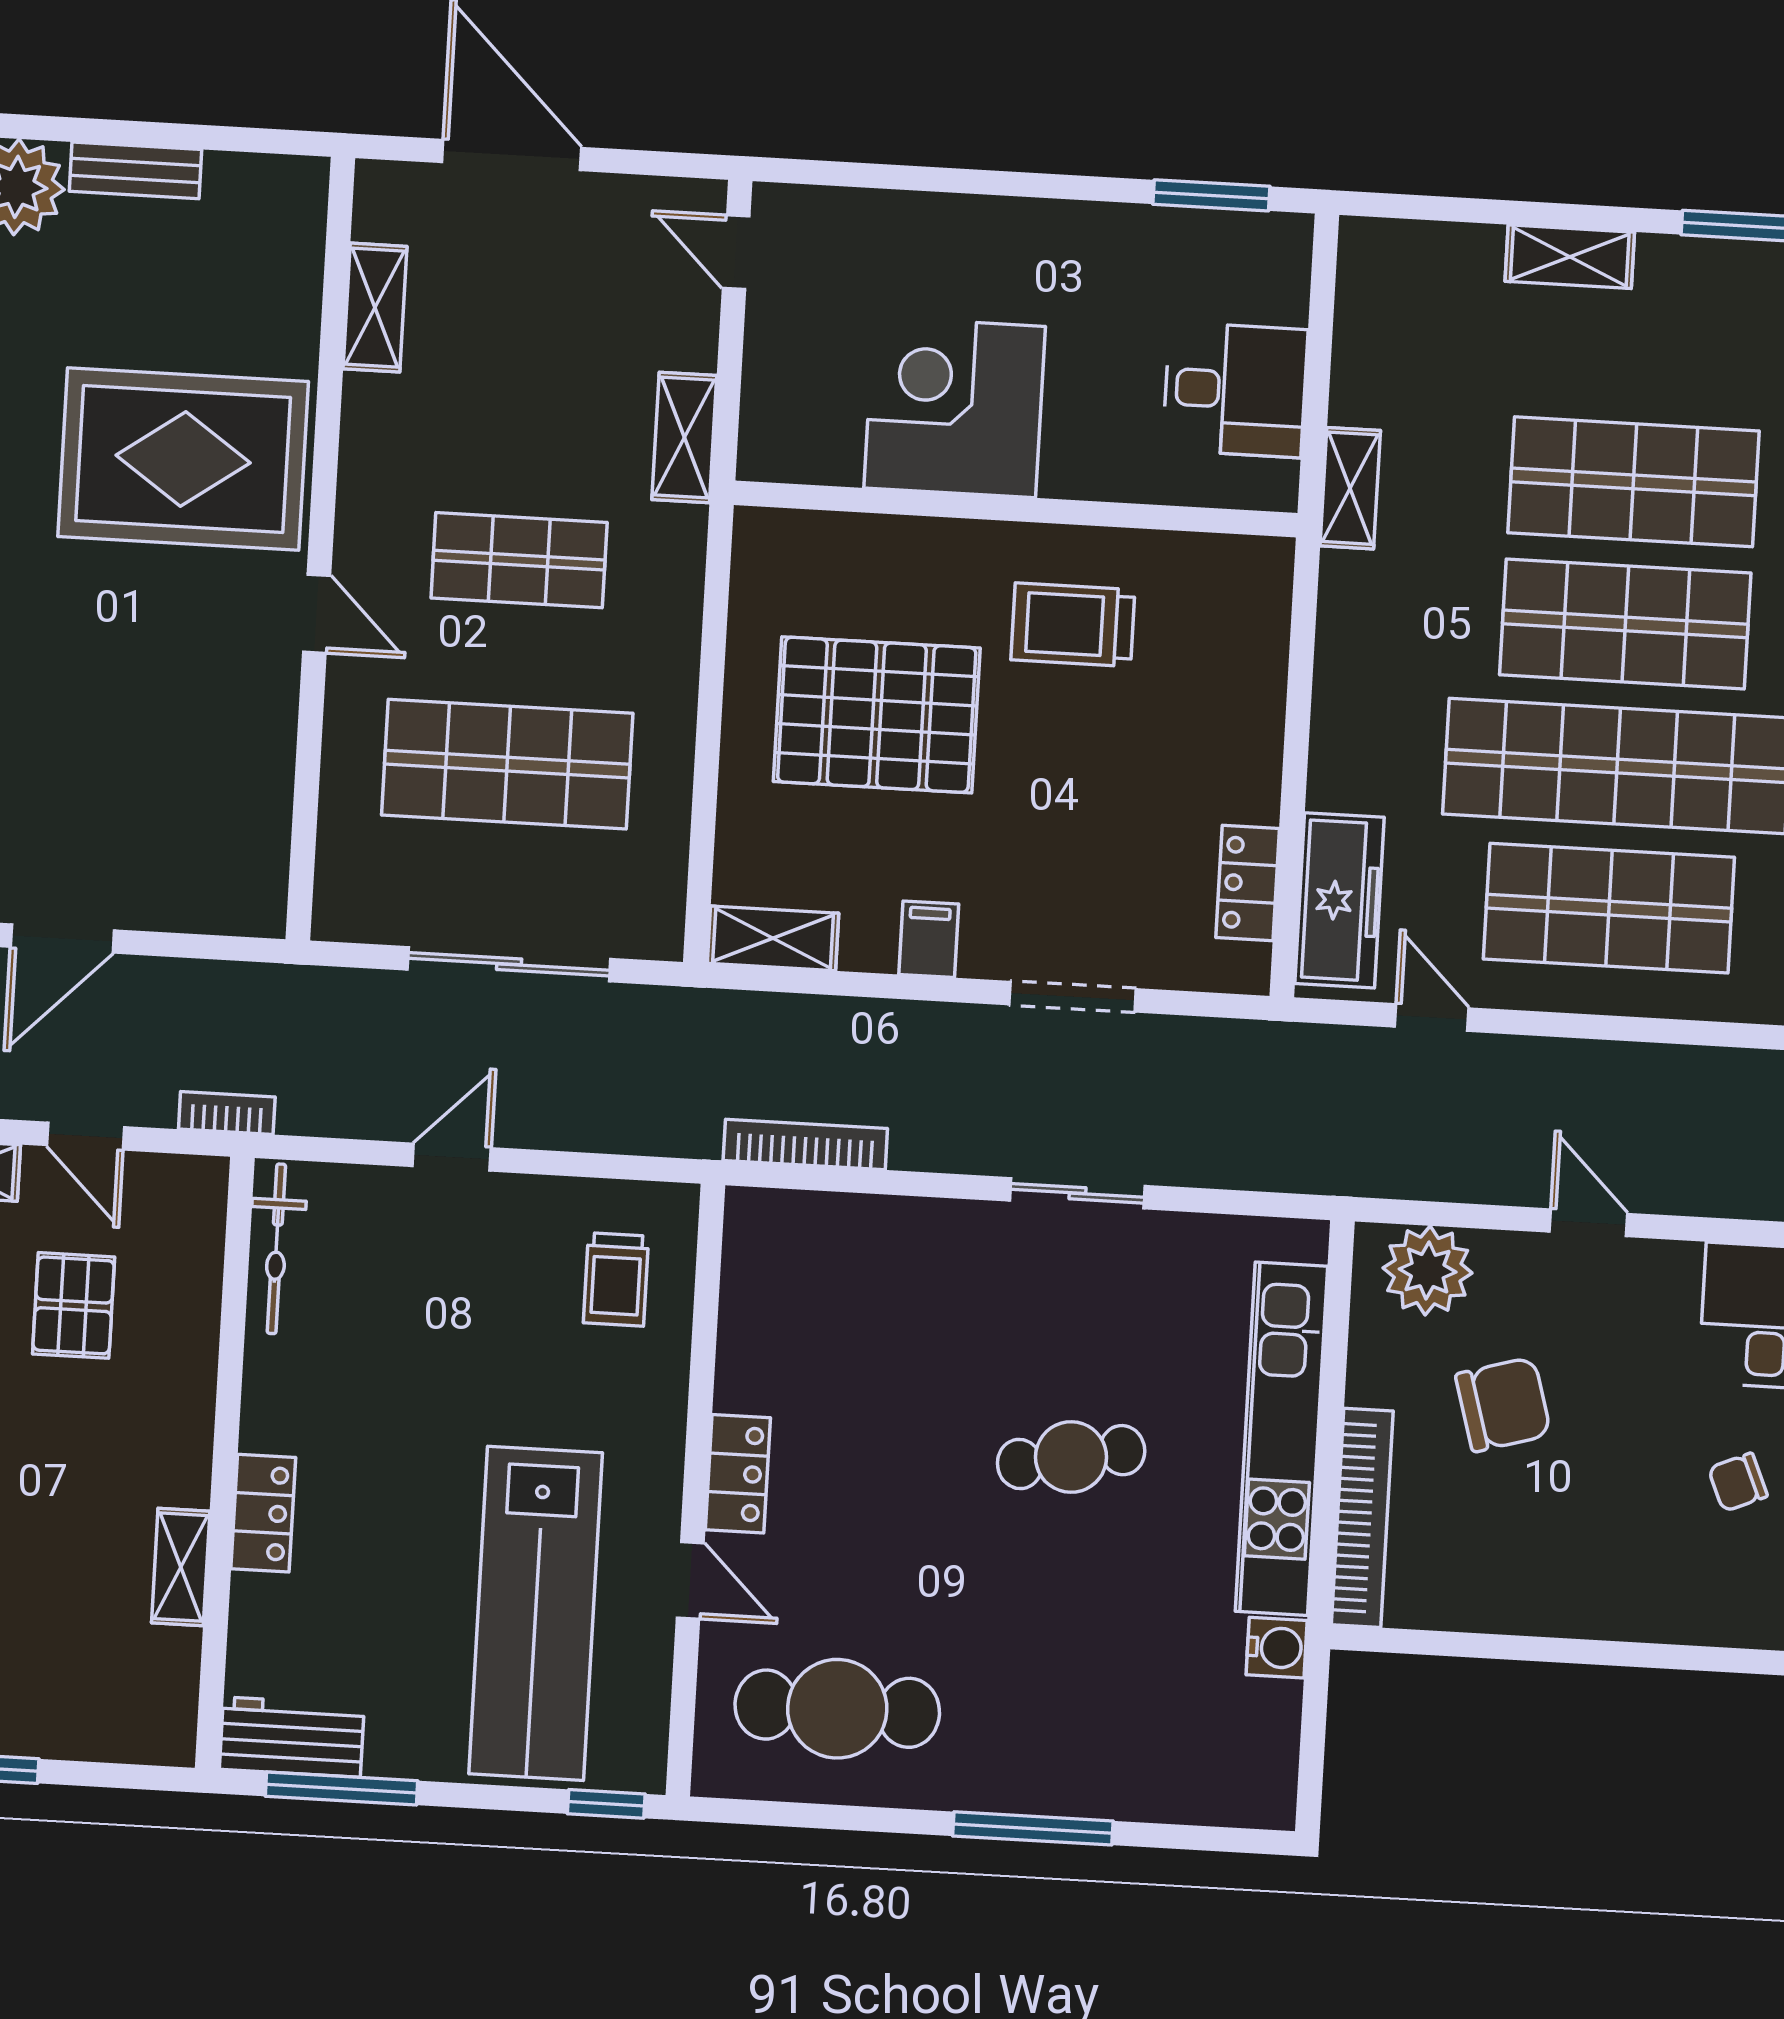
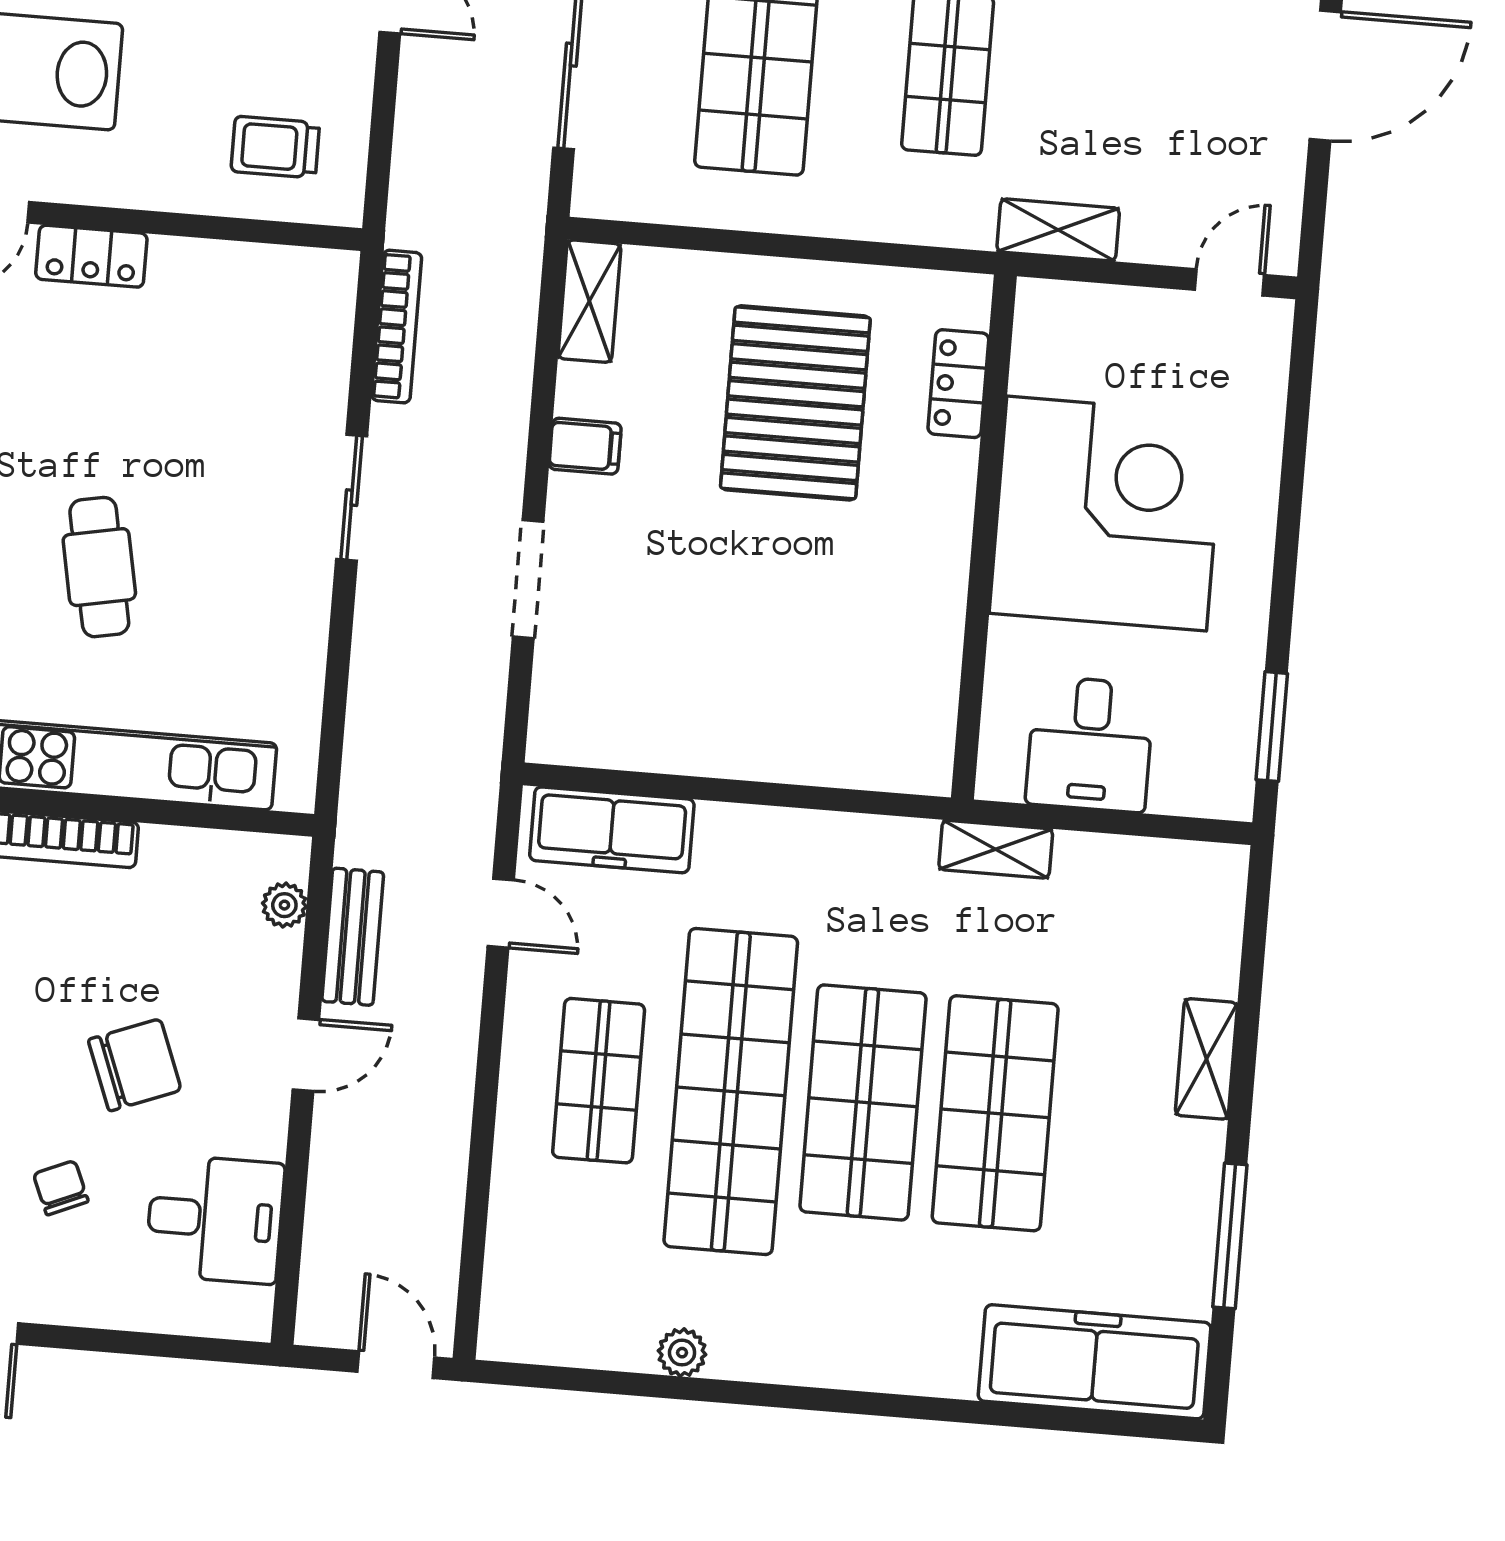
corner desk: (955, 407) -> (1107, 514), width x1.36, depth x1.36
trolley: (1073, 625) -> (875, 588), removed
locker: (1248, 883) -> (958, 384), moved, turned -90
shop shelf: (1609, 908) -> (599, 1081), width x0.70, depth x0.74
door: (1432, 1017) -> (501, 913), hinge flipped
bench: (1461, 1176) -> (353, 937), added
sliding door: (1077, 1193) -> (352, 498), moved
plant: (1428, 1270) -> (284, 905), width x0.53, depth x0.53
chair: (1503, 1404) -> (135, 1065), moved, turned -95

